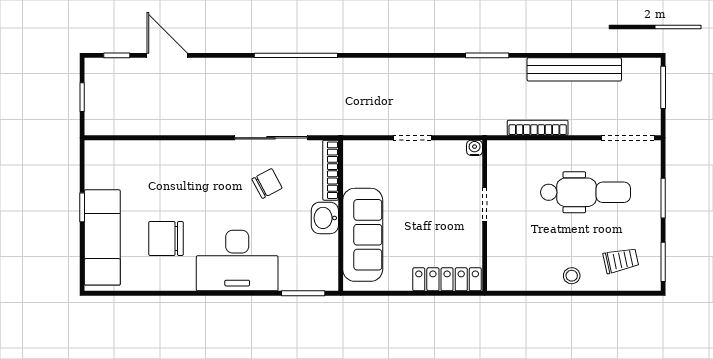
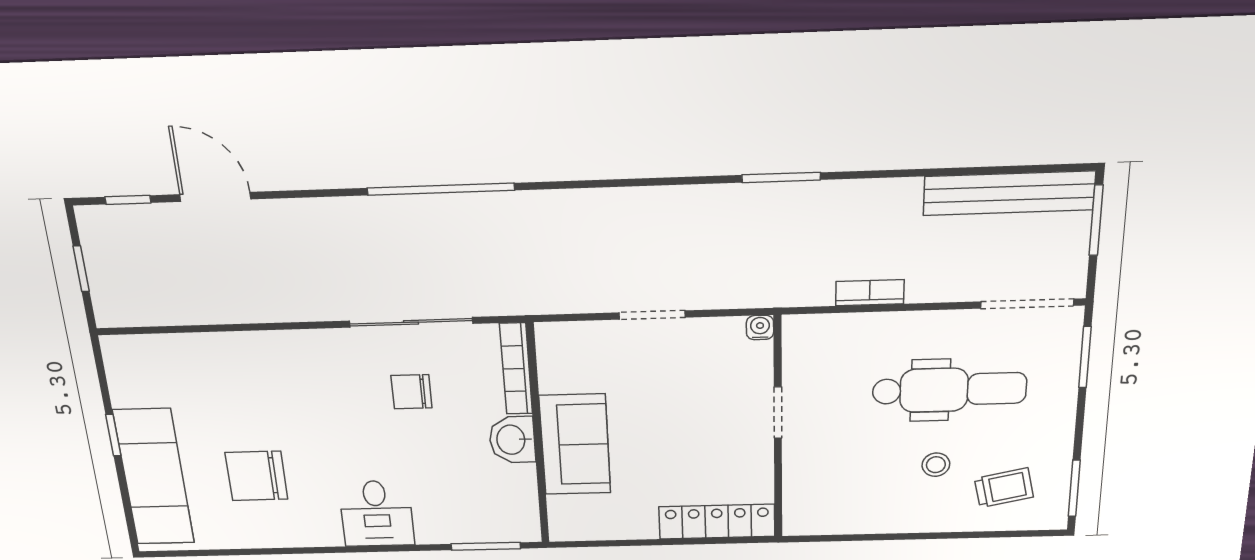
bench: (574, 69) -> (1009, 193), moved
bookcase: (538, 128) -> (870, 293), width x0.64
chair: (267, 183) -> (411, 392), turned -152
window: (663, 198) -> (1085, 357), moved
sofa: (363, 235) -> (575, 444), width x0.73
desk: (237, 261) -> (377, 514), width x0.53, depth x0.77
stool: (572, 276) -> (936, 465), moved

